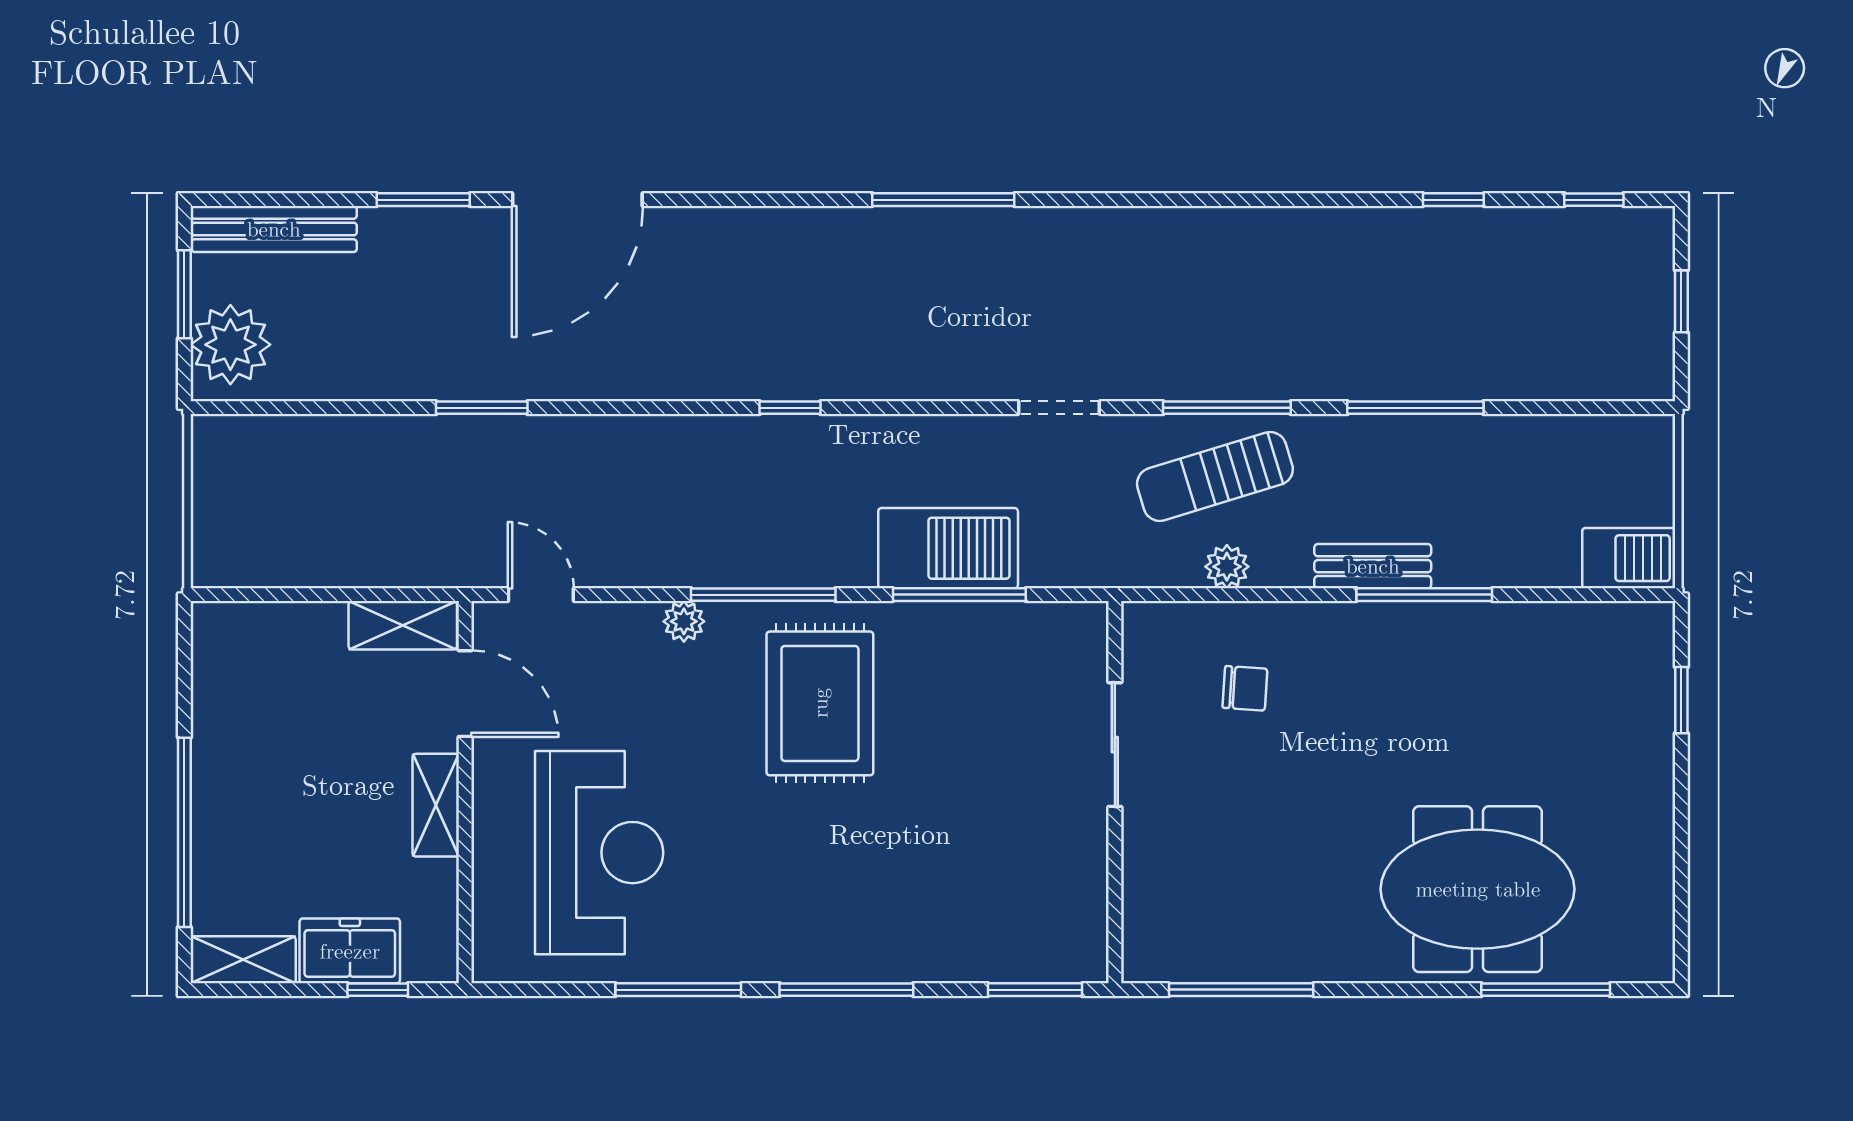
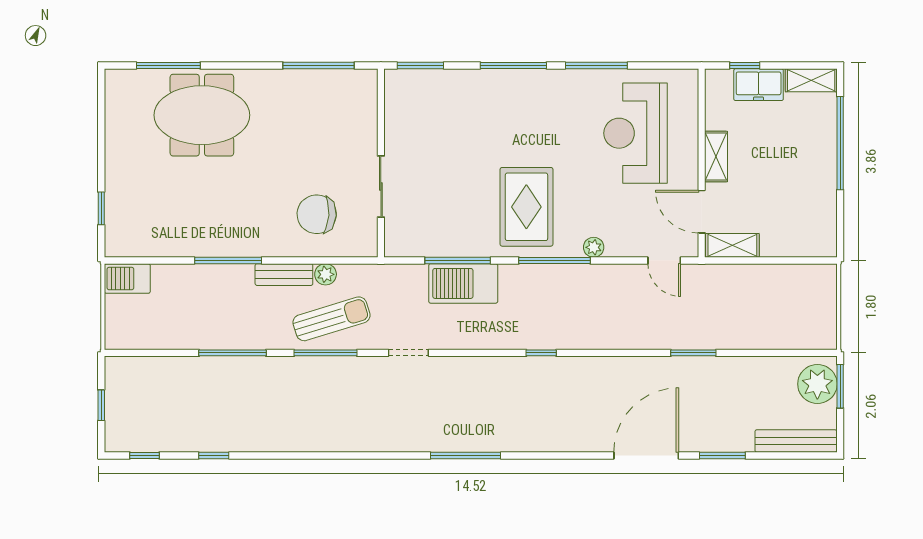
window: (184, 294) -> (840, 386), moved
bench: (1373, 566) -> (284, 275), moved
chair: (1245, 688) -> (317, 214), width x1.87, depth x1.87

